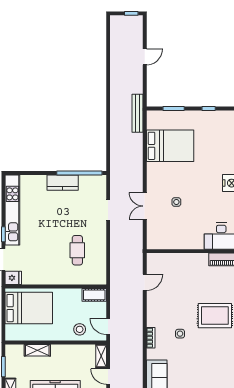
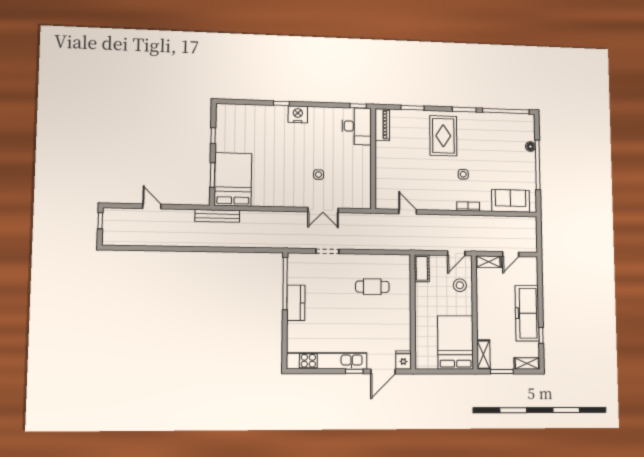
bed: (170, 146) -> (233, 179), moved
bed: (29, 308) -> (455, 343), moved
shelving: (37, 350) -> (483, 355), moved

